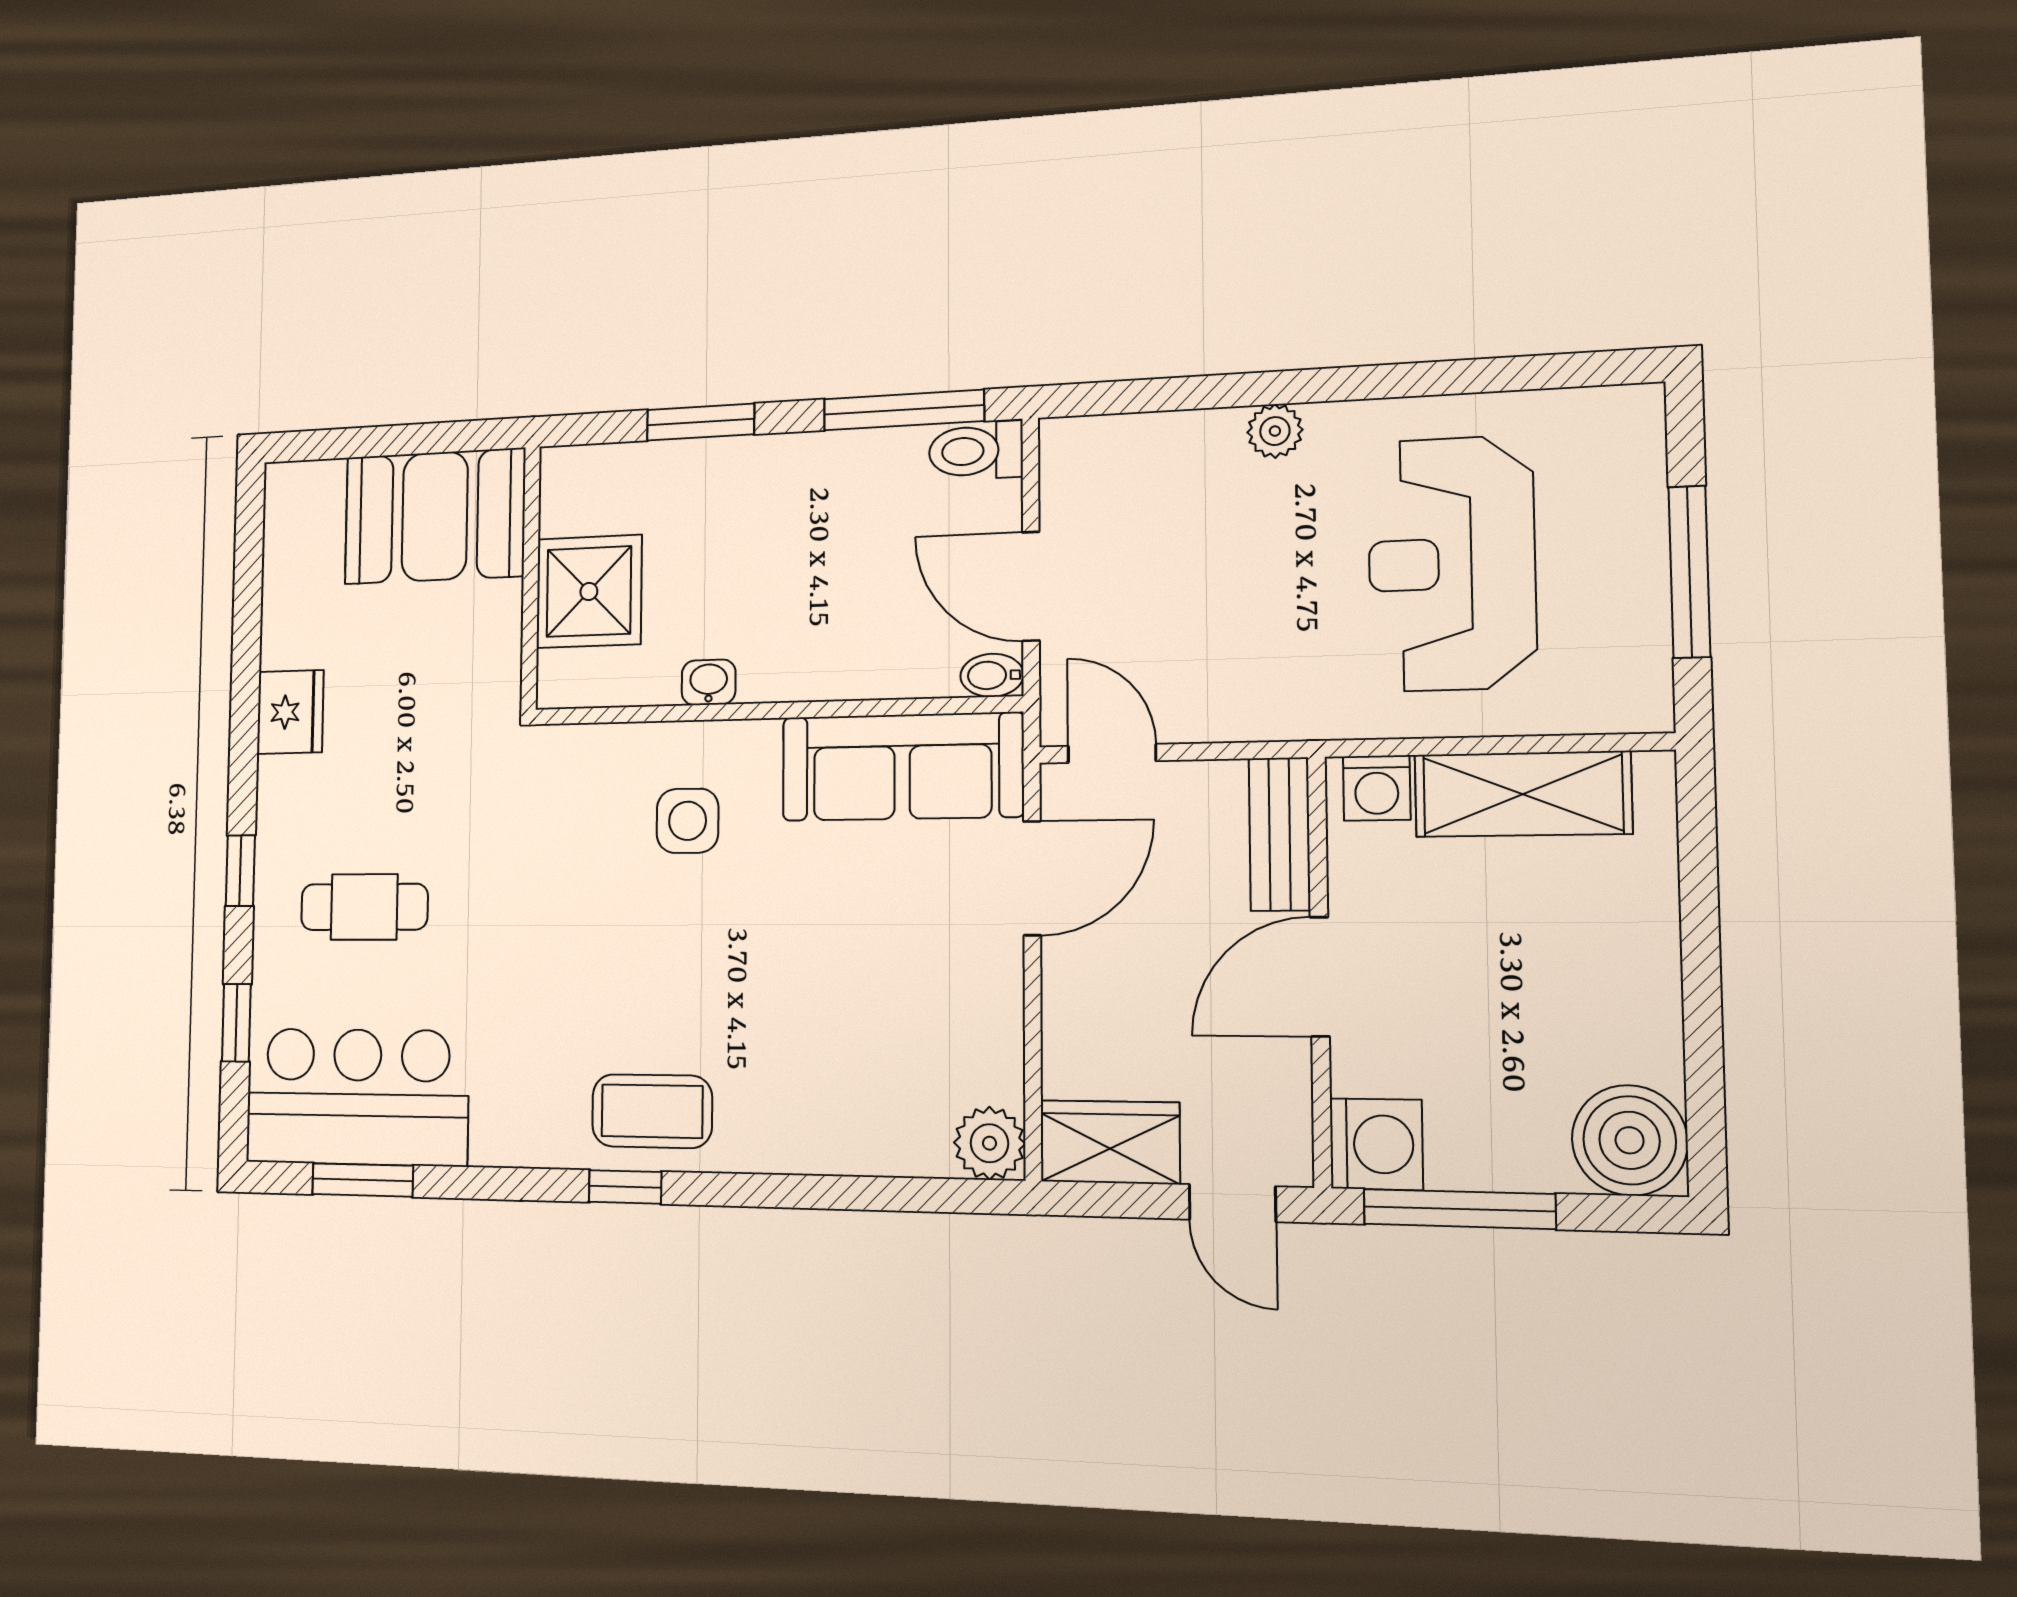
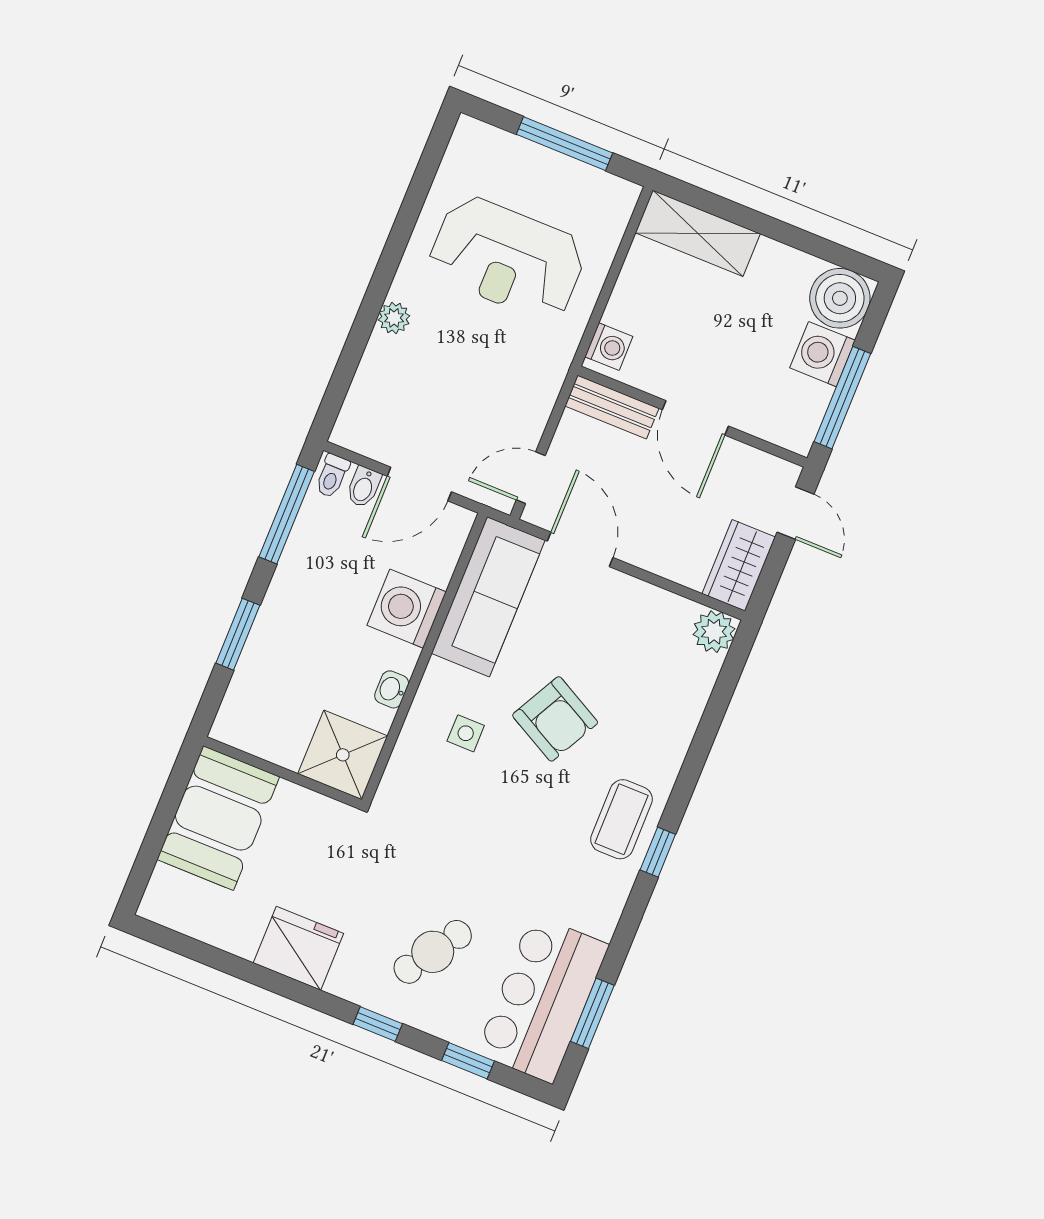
toilet: (976, 451) -> (332, 476), width x0.73, depth x0.72
shower: (589, 591) -> (343, 755), moved
washing machine: (835, 651) -> (407, 609), added
bidet: (992, 675) -> (364, 487), moved
fridge: (290, 712) -> (298, 948), width x1.36, depth x1.34
shelving: (1523, 794) -> (698, 233), moved, turned 90
side table: (688, 821) -> (466, 733), width x0.73, depth x0.73
cafe table: (364, 907) -> (433, 952), turned 33
armchair: (760, 947) -> (555, 719), added
washing machine: (1376, 1144) -> (822, 354), moved, turned -90
door: (1232, 1203) -> (795, 513), hinge flipped

